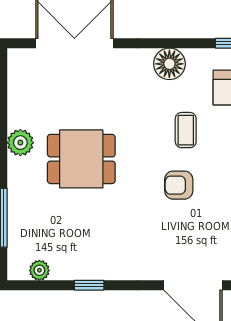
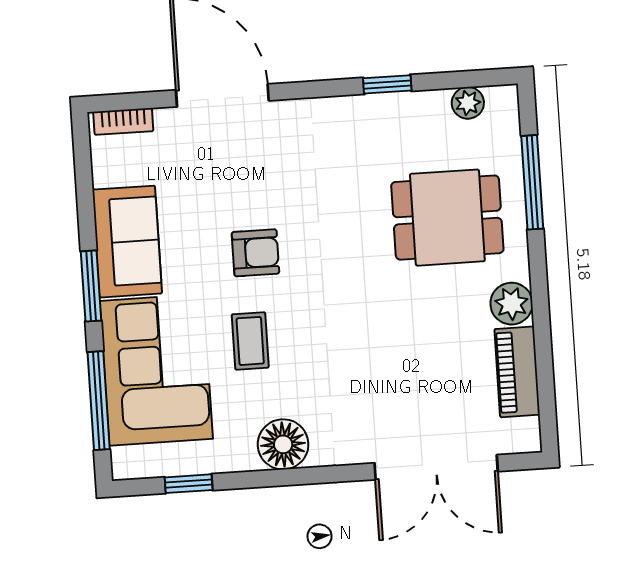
piano: (20, 100) -> (517, 372), added
dining table: (81, 159) -> (447, 218), moved

